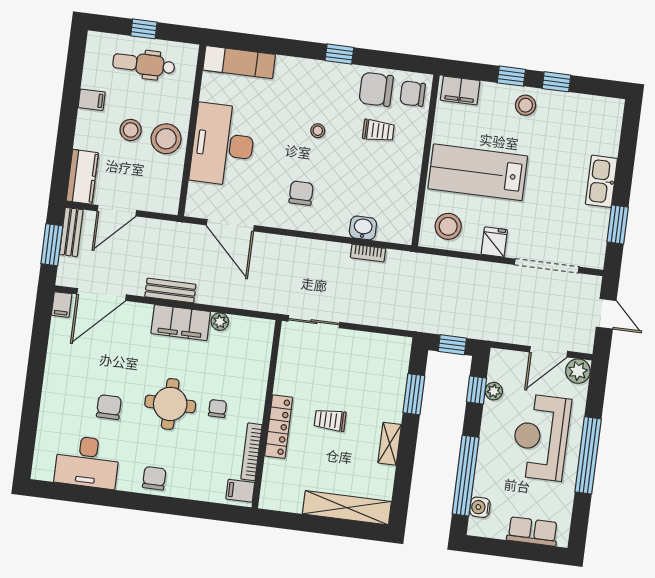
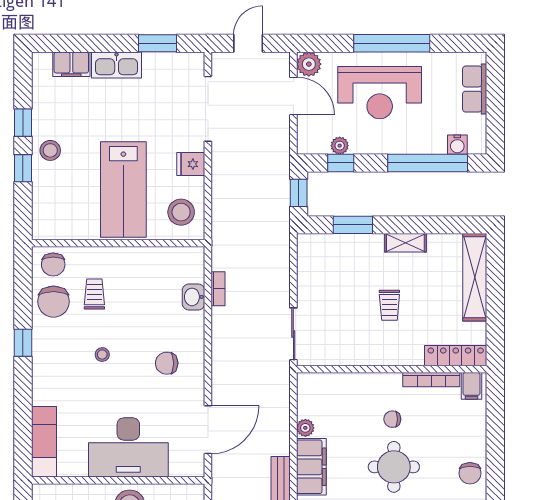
filing cabinet: (460, 90) -> (71, 64), moved, turned 90
locker: (279, 427) -> (456, 356), moved
chair: (154, 478) -> (470, 473), turned -90

